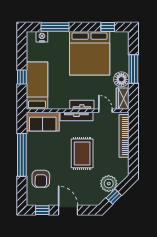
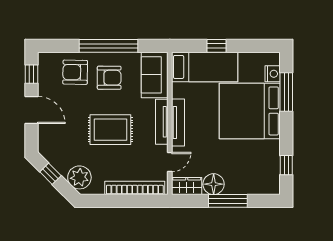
bed: (90, 53) -> (250, 111), moved
tv unit: (82, 105) -> (178, 122), width x1.41
armchair: (45, 154) -> (109, 78), added
plant: (109, 184) -> (79, 177), moved
door: (68, 210) -> (32, 110), hinge flipped

